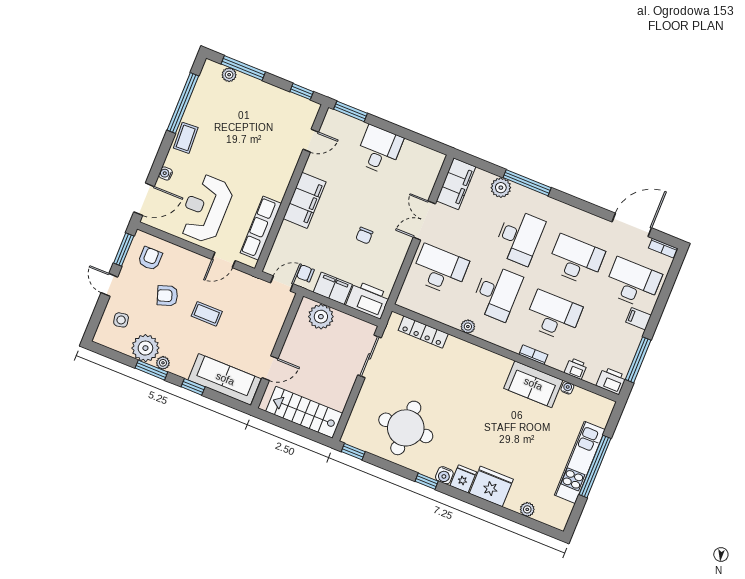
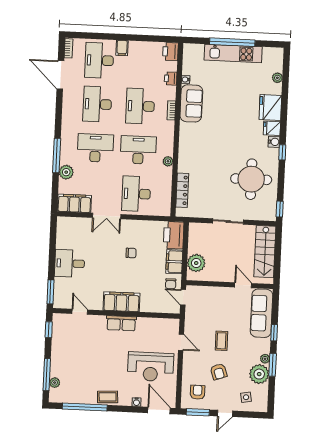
row of seats: (261, 228) -> (121, 323), moved, width x0.68
armchair: (150, 258) -> (198, 392), turned 90
sliding door: (369, 356) -> (228, 221), moved
window: (638, 360) -> (150, 38), removed

